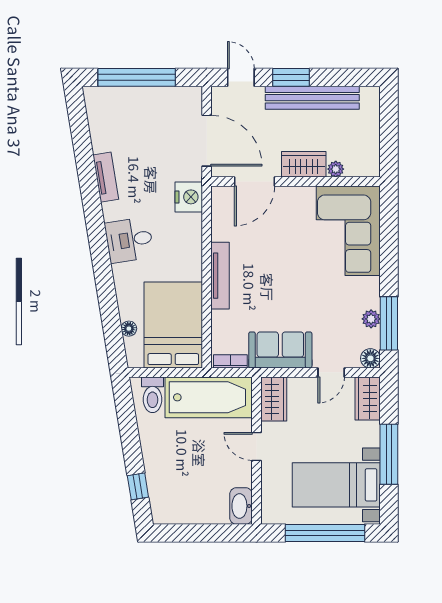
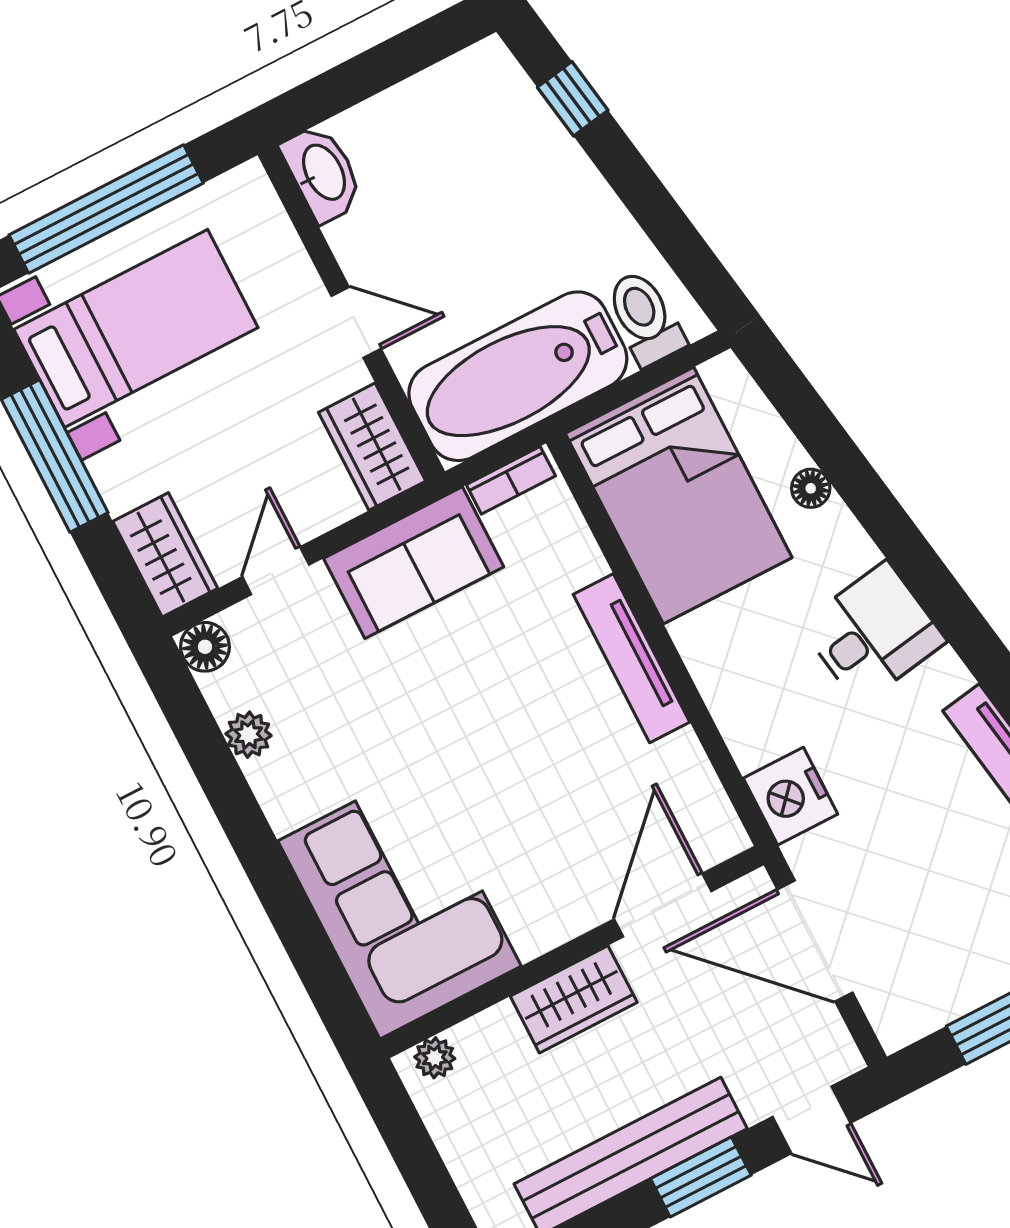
plant: (336, 169) -> (435, 1058), moved
window: (389, 323) -> (204, 745), removed
floor lamp: (129, 329) -> (811, 488), moved

